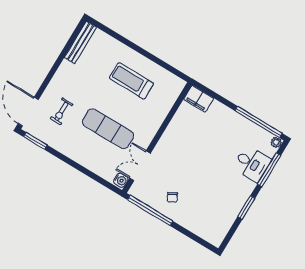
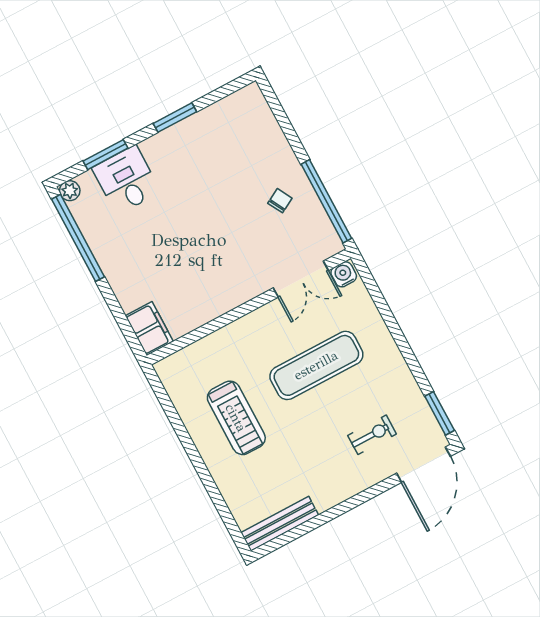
exercise mat: (108, 129) -> (316, 365), turned 90
window: (269, 170) -> (106, 155), width x0.69

